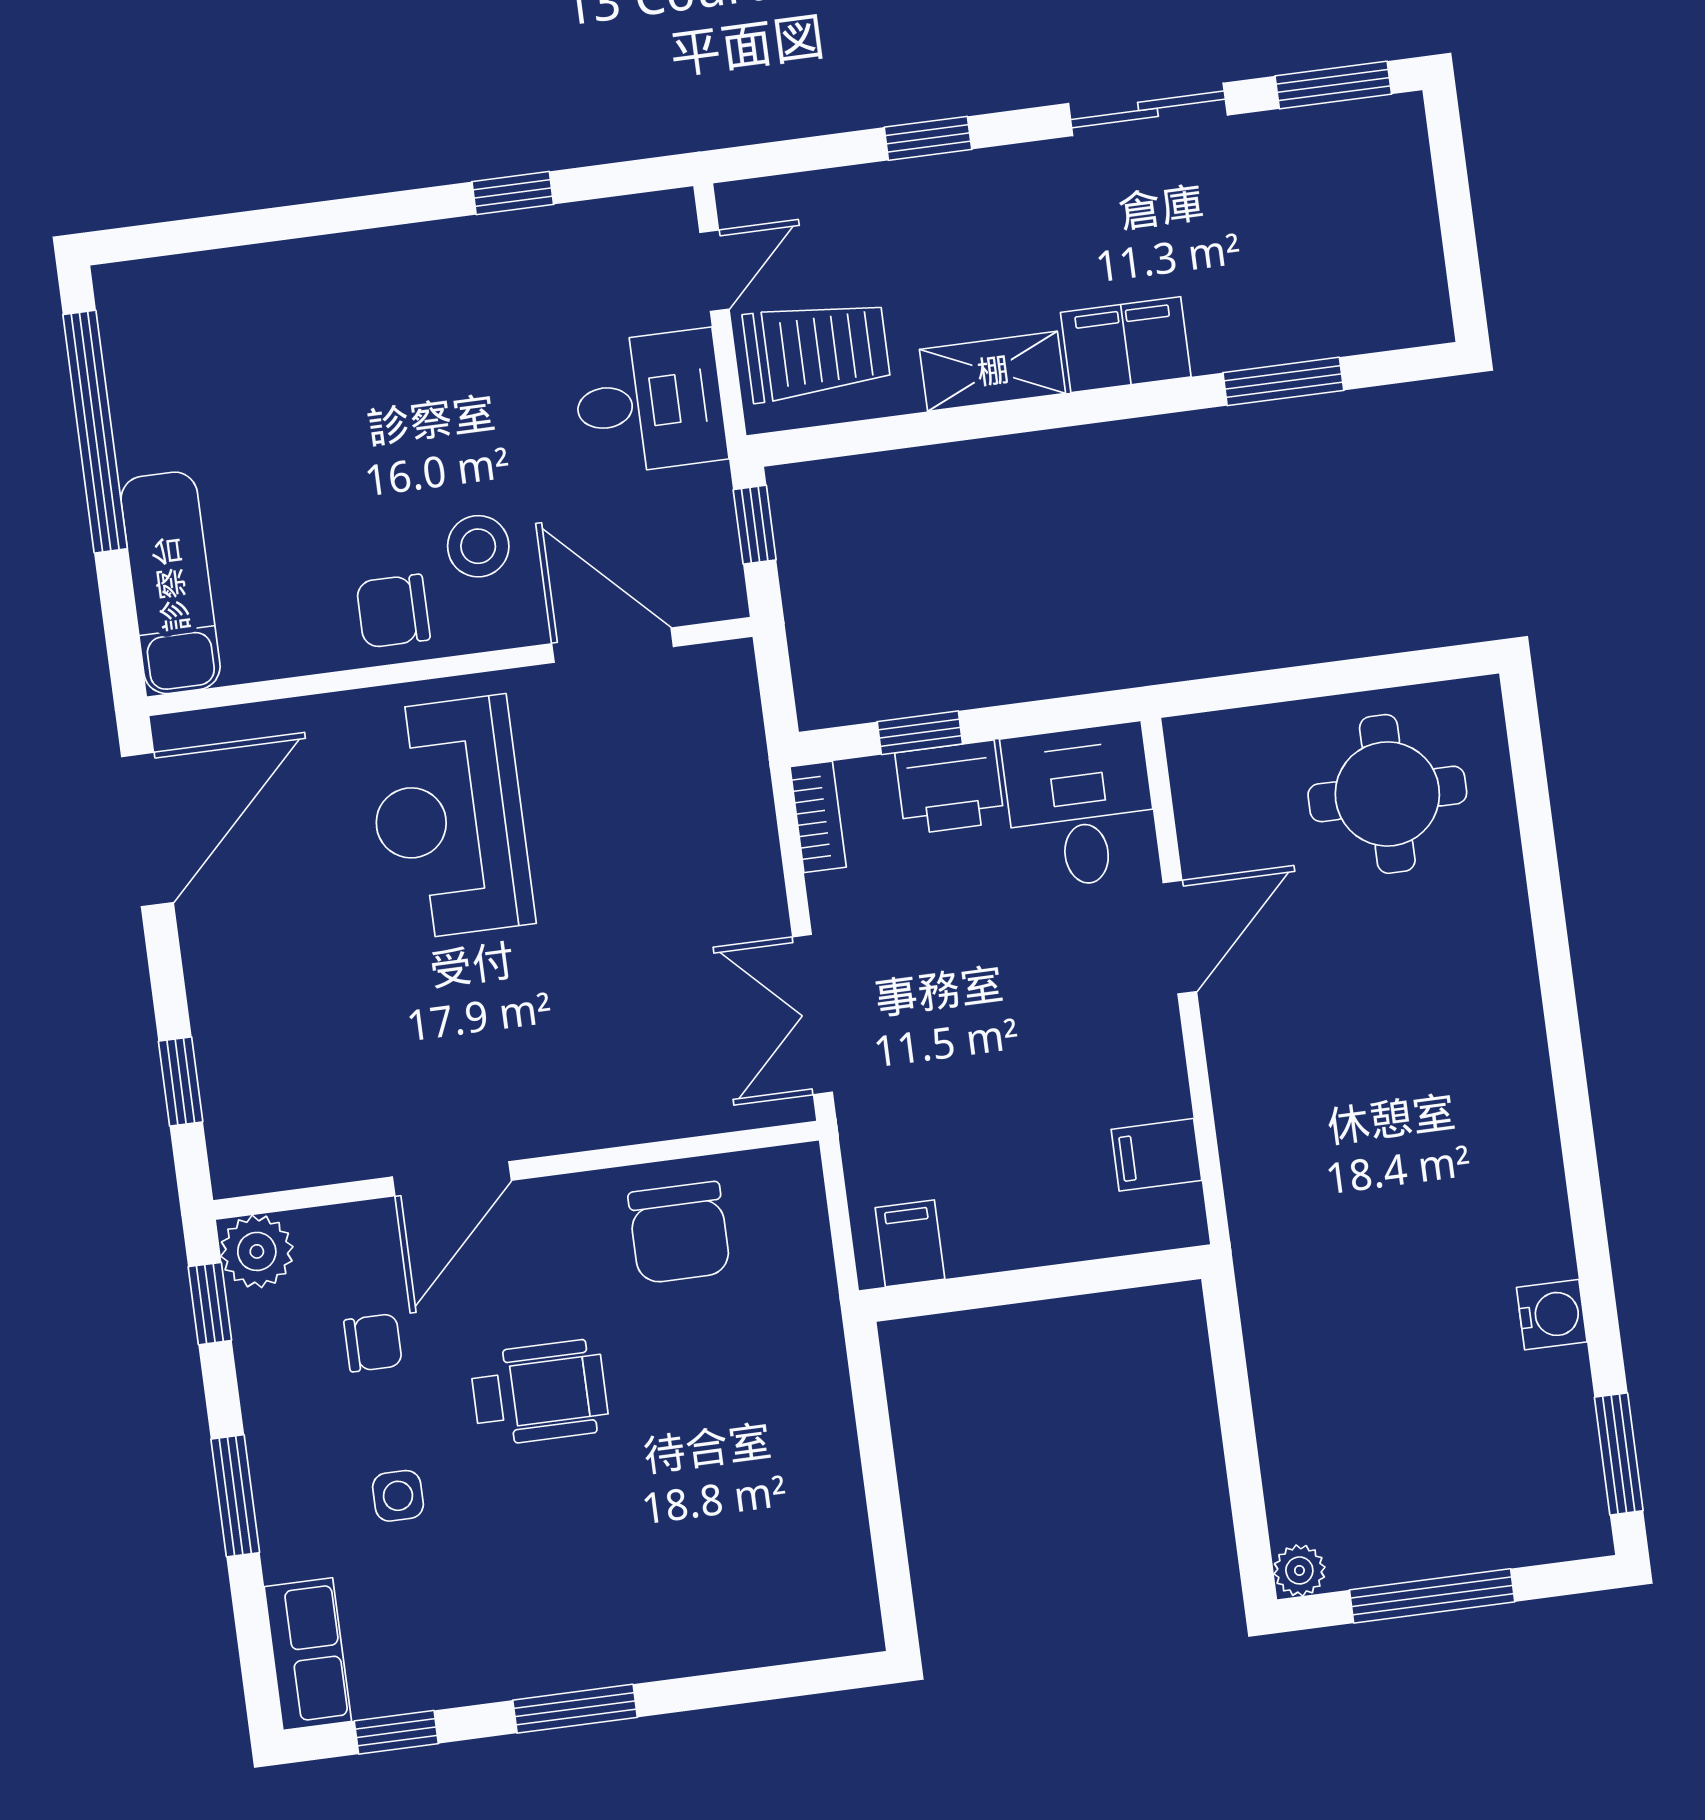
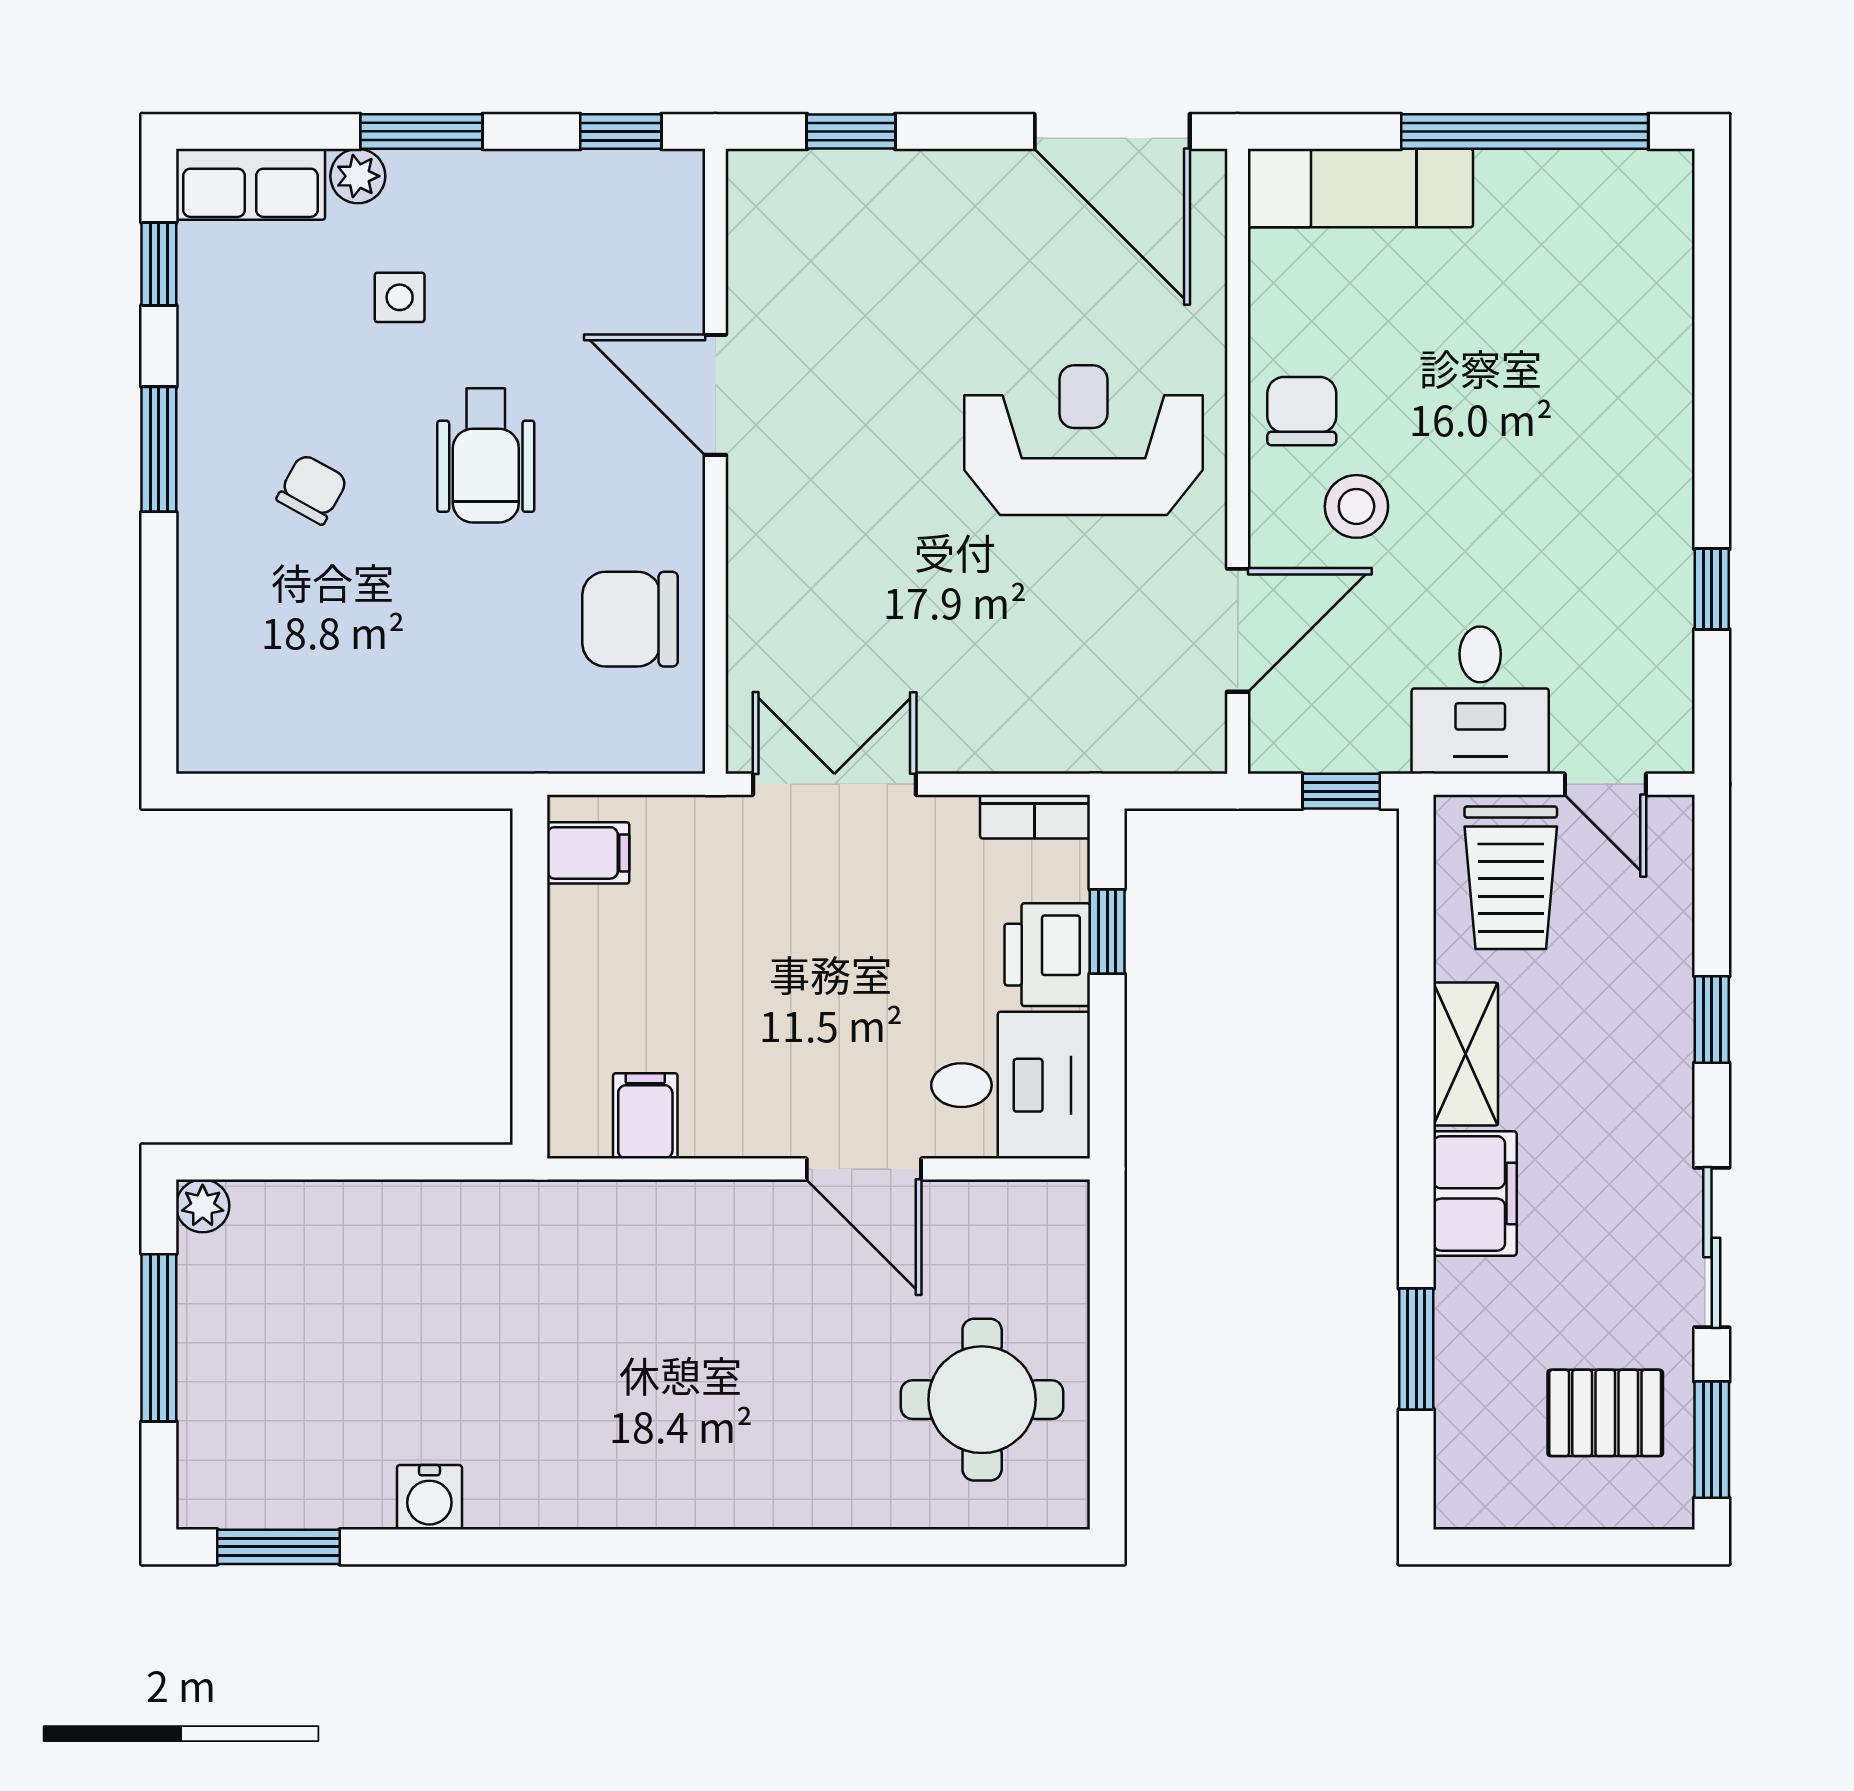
pallet: (1321, 191) -> (1605, 1413), added
plant: (257, 1251) -> (358, 176), moved, width x0.73, depth x0.73
chair: (373, 1343) -> (312, 489), moved, turned -151

